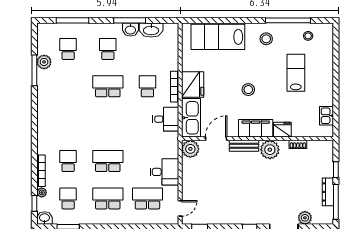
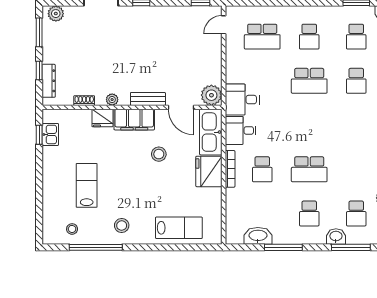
washbasin: (130, 30) -> (336, 236), moved
lab bench: (218, 37) -> (179, 228), width x0.73, depth x0.72
lab bench: (296, 73) -> (87, 185), turned 180
stool: (248, 90) -> (159, 154), moved
window: (336, 115) -> (39, 135), added
door: (216, 139) -> (181, 107), hinge flipped
plant: (270, 150) -> (112, 100), width x0.53, depth x0.53
desk: (164, 172) -> (242, 100), moved
dresser: (328, 192) -> (49, 81), moved
school desk: (108, 198) -> (309, 37), width x0.54
window: (336, 202) -> (39, 32), width x0.69
plant: (305, 218) -> (56, 14), moved

